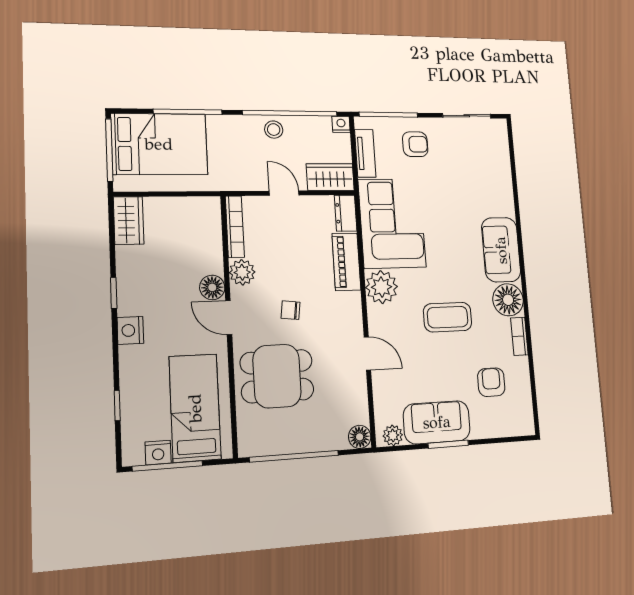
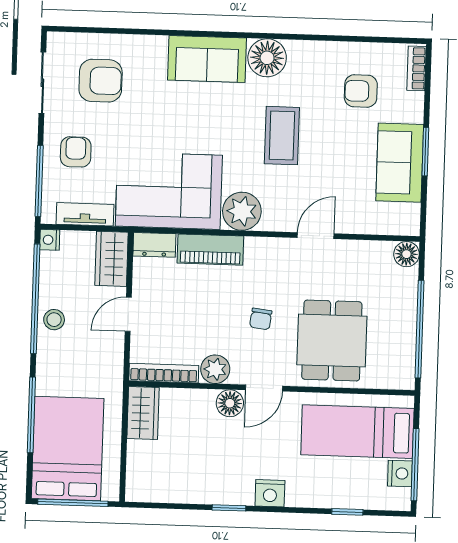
armchair: (474, 163) -> (101, 81), added
wardrobe: (129, 221) -> (143, 413), moved, turned 90
bookcase: (519, 336) -> (416, 68), moved, turned 90
plant: (393, 435) -> (409, 216), removed

